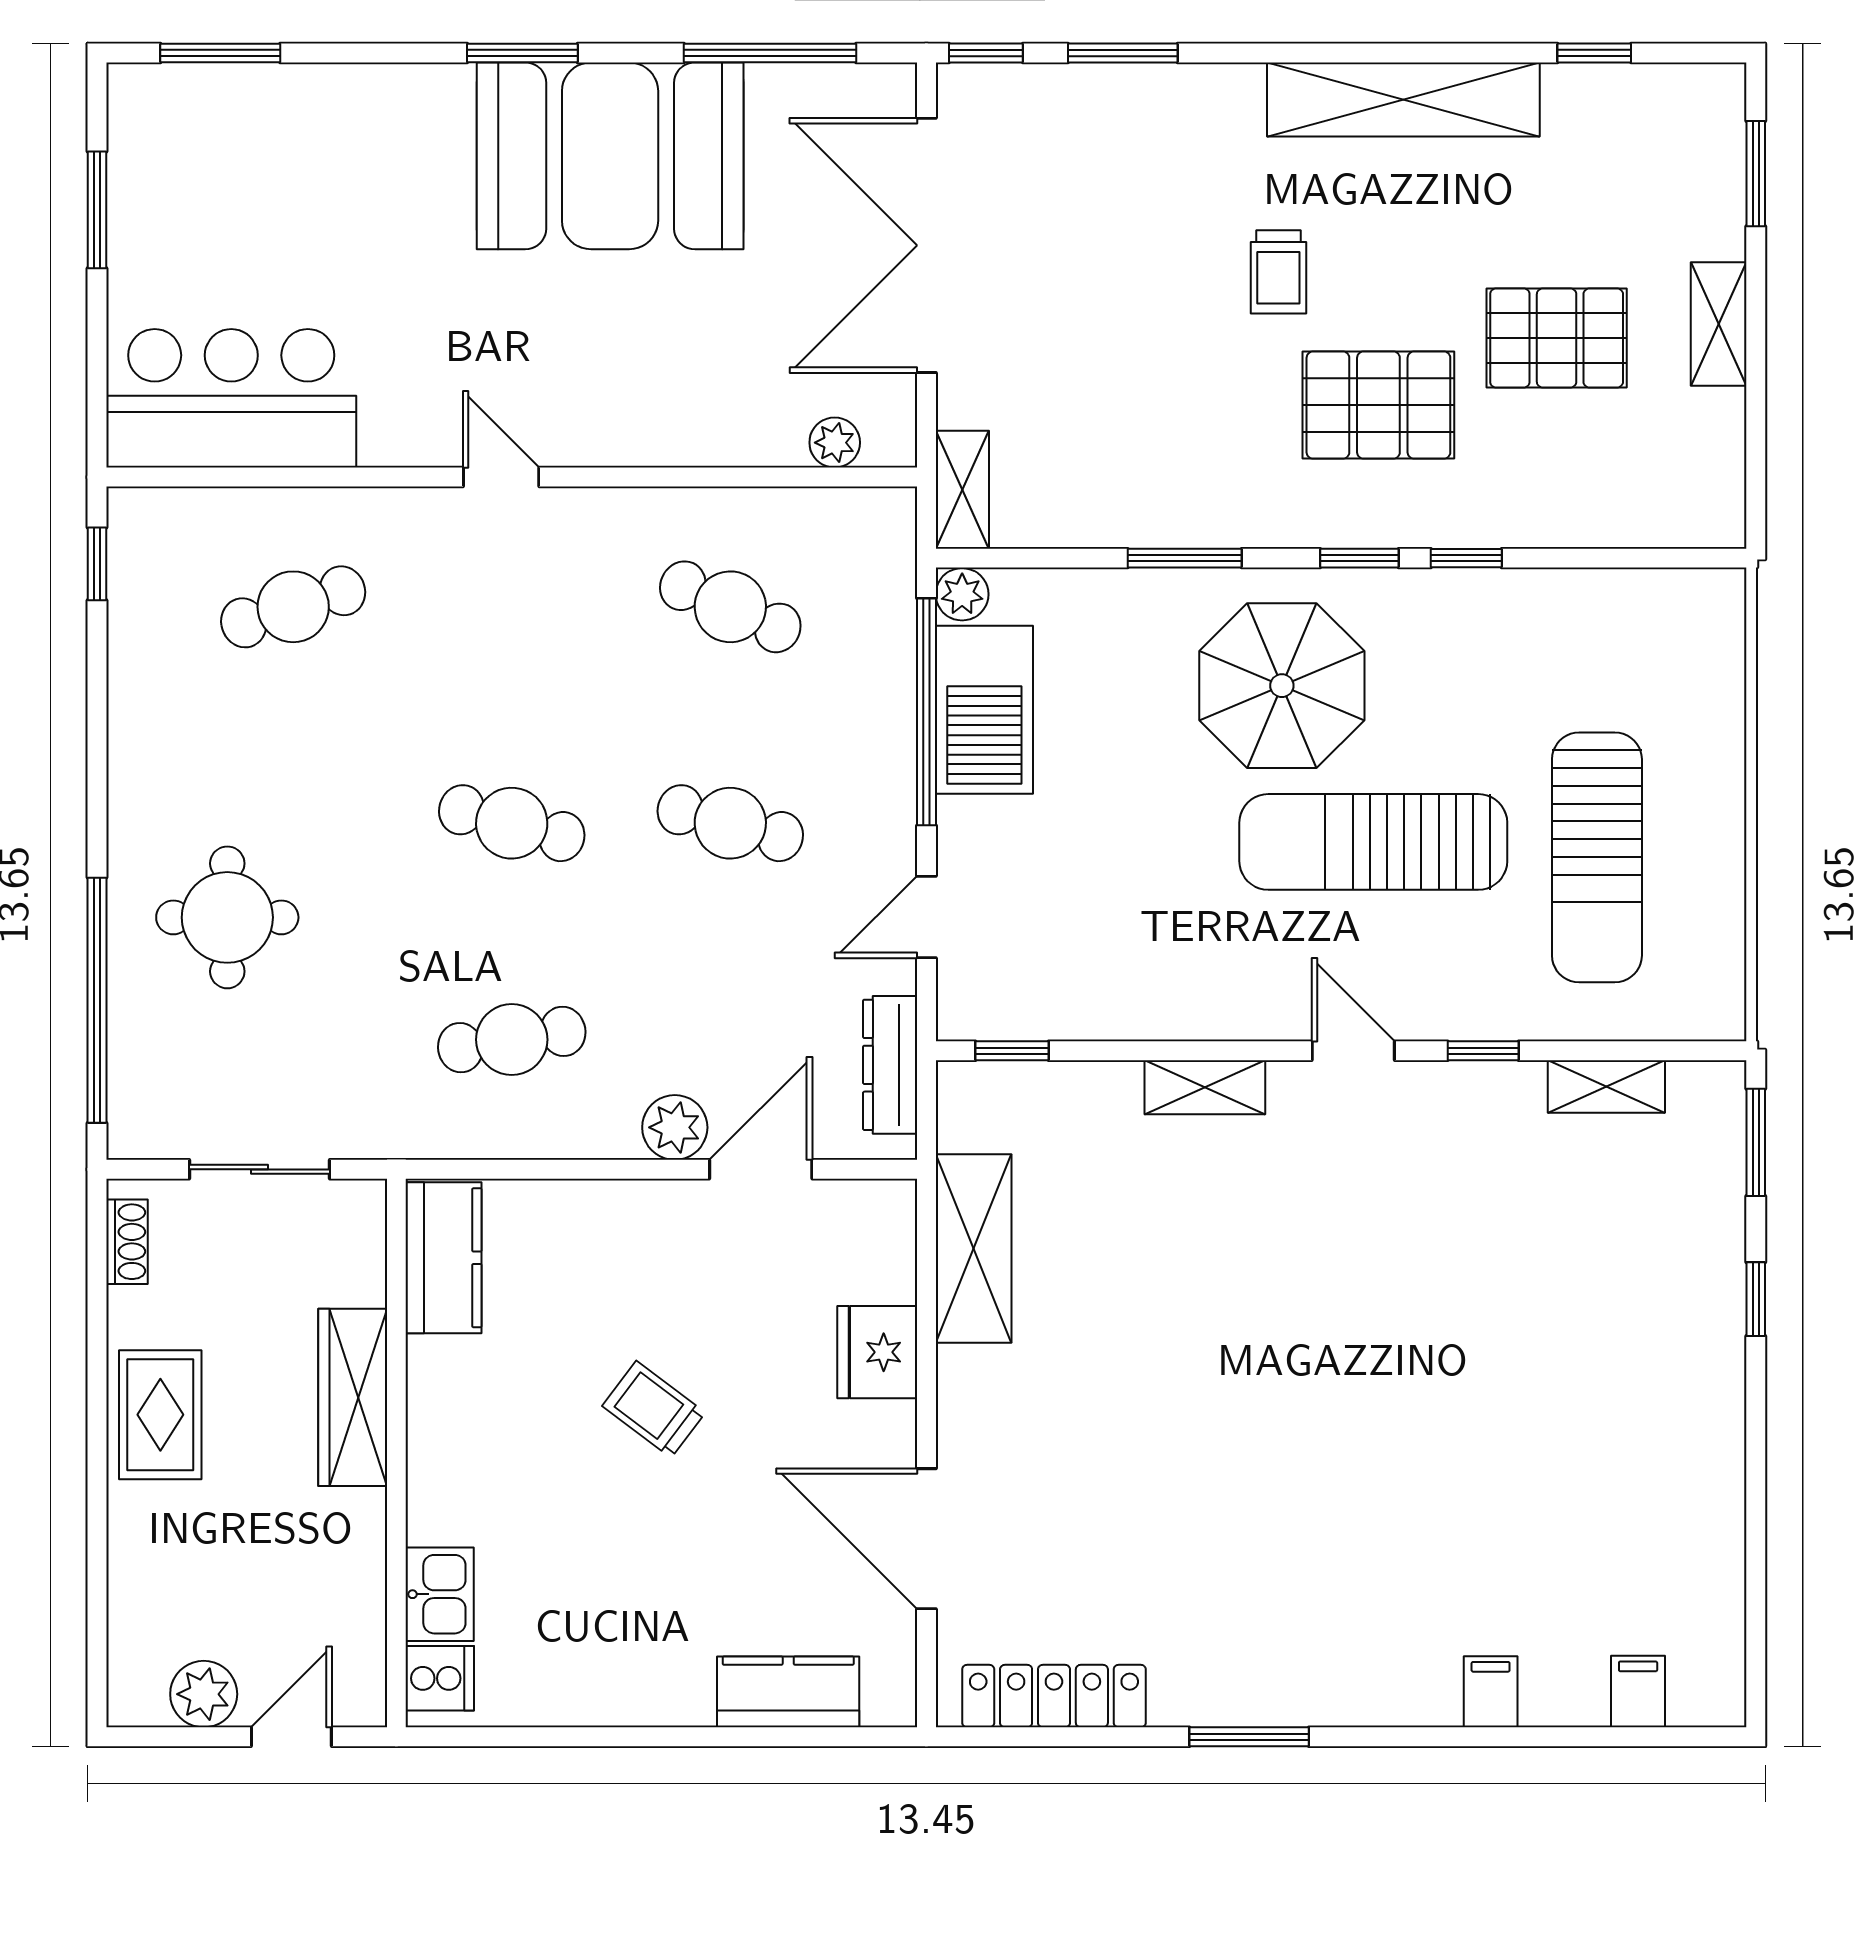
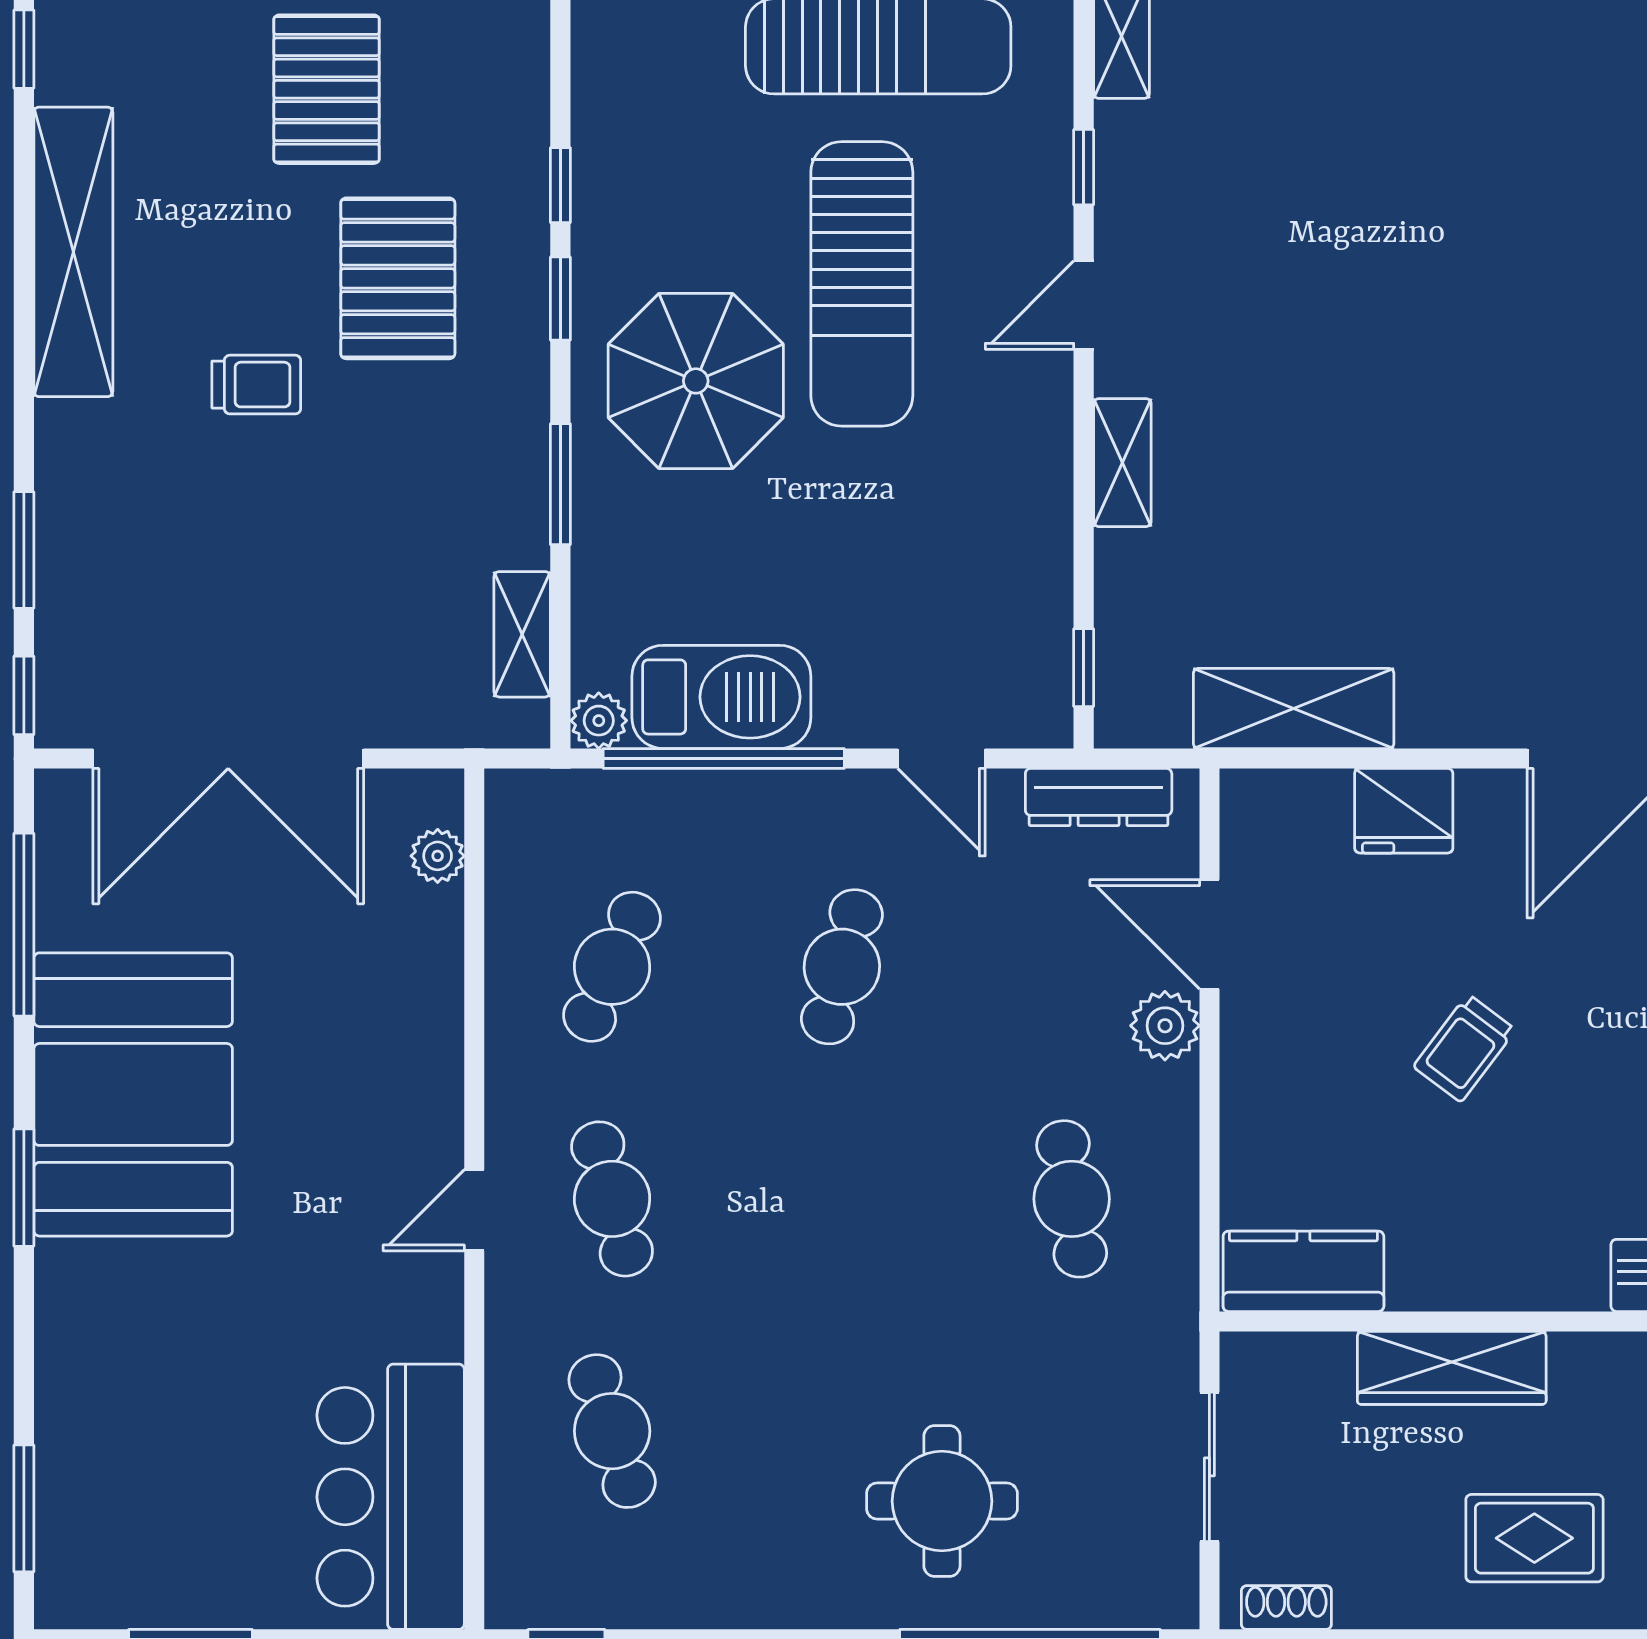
shelving: (962, 490) -> (522, 634), moved, turned 90
cafe table: (512, 823) -> (612, 1199), moved, turned -30
rug: (160, 1415) -> (1534, 1538), moved

